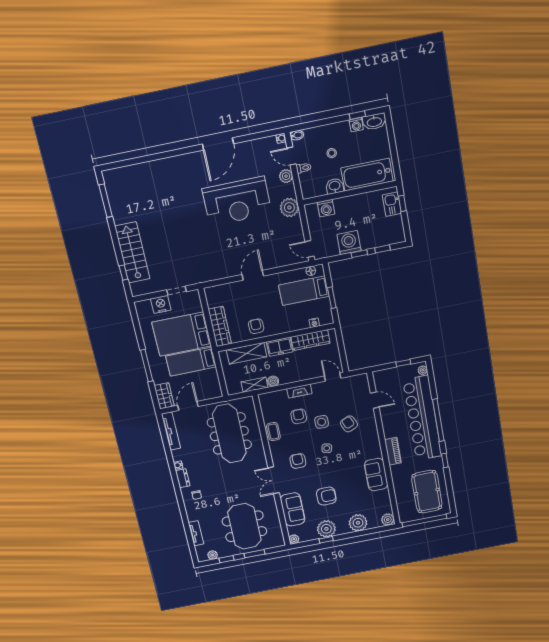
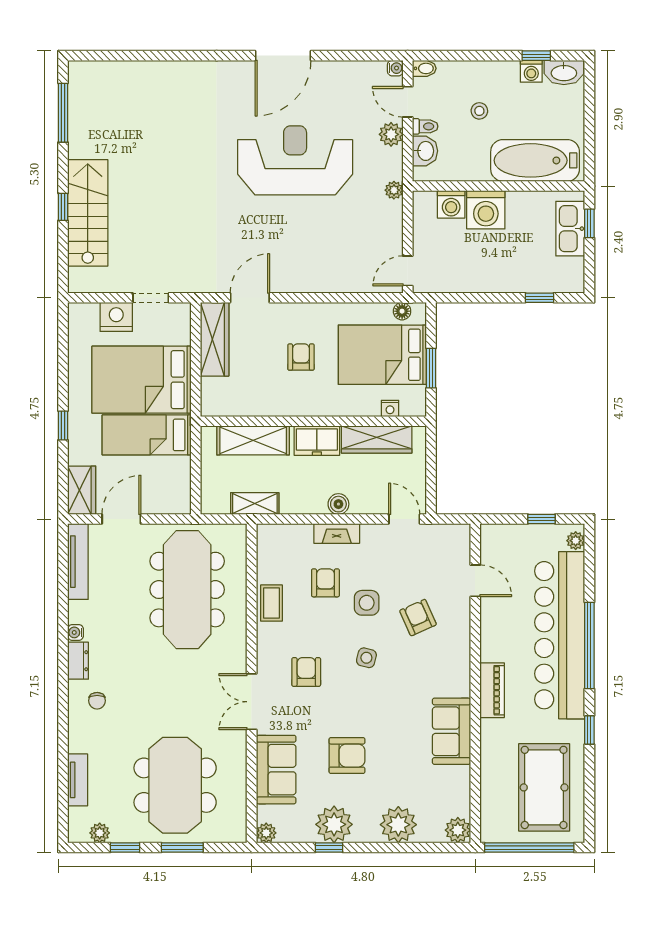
washbasin: (335, 186) -> (425, 151), moved, turned 90
reception desk: (237, 201) -> (295, 160), turned 180
kitchen sink: (392, 204) -> (570, 229), width x1.38
plant: (289, 208) -> (394, 190), width x0.53, depth x0.53
washing machine: (349, 243) -> (486, 210), moved, turned 180
door: (310, 249) -> (408, 271), hinge flipped
window: (359, 254) -> (496, 298), removed
window: (123, 273) -> (63, 207), moved
door: (253, 275) -> (250, 298), moved
bed: (304, 291) -> (382, 355), width x1.50
wardrobe: (220, 326) -> (215, 339), moved
armchair: (256, 326) -> (301, 357), moved
window: (147, 366) -> (63, 426), width x0.46
boiler: (273, 381) -> (338, 504), moved

